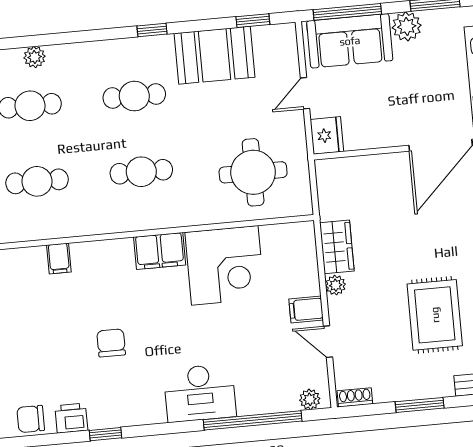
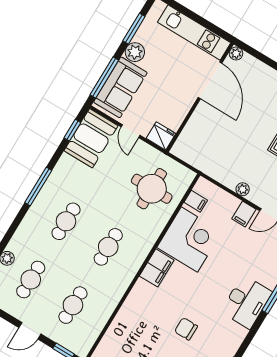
window: (152, 30) -> (38, 186), width x2.17
booth: (215, 55) -> (91, 138), moved
wardrobe: (337, 247) -> (223, 174), removed
filing cabinet: (59, 258) -> (196, 201), moved

